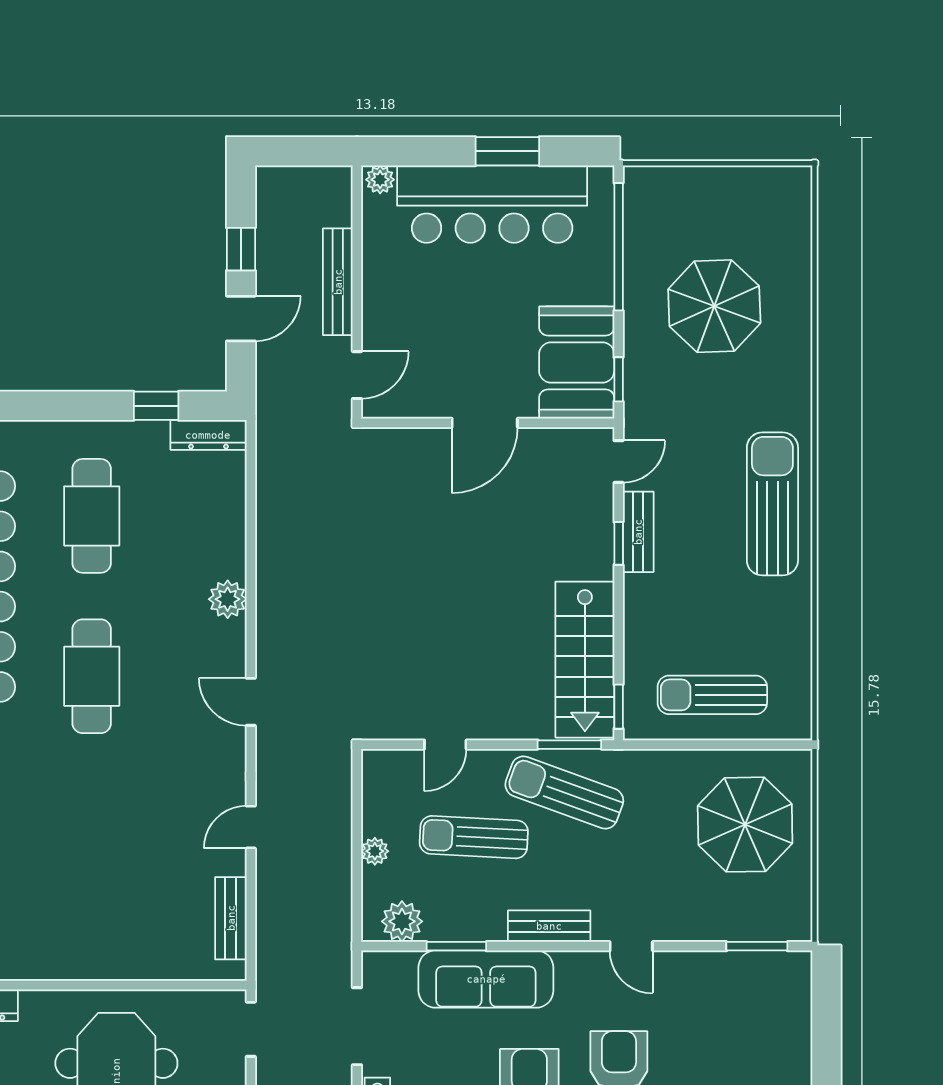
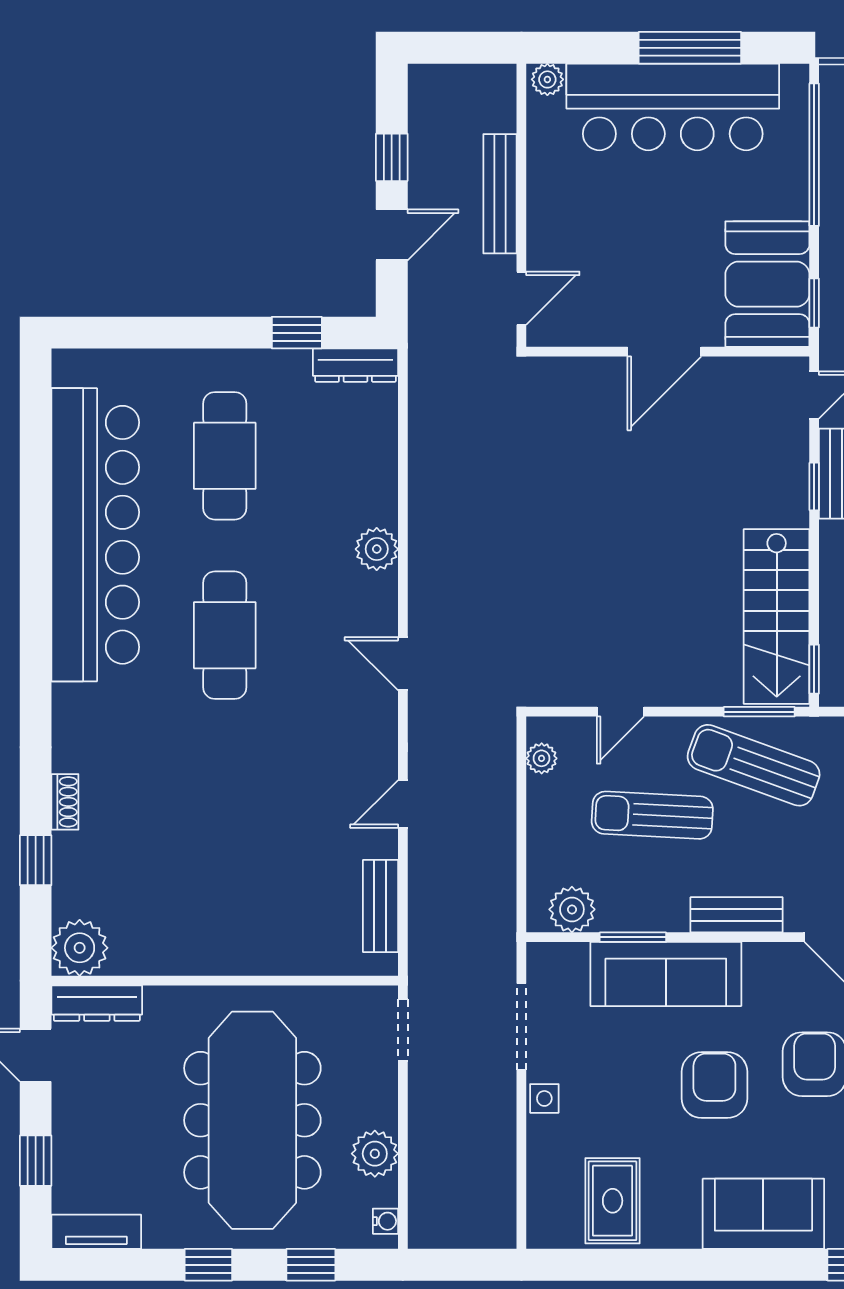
window: (507, 151) -> (690, 48), width x1.44
plant: (375, 851) -> (542, 758), moved

